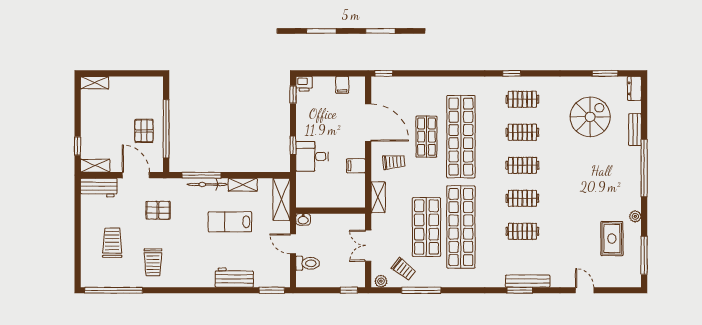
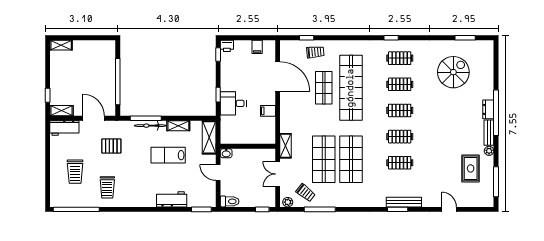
window: (384, 73) -> (307, 38), moved
dresser: (634, 88) -> (488, 109), moved
bench: (635, 130) -> (489, 133), moved
pallet: (144, 131) -> (100, 83), removed
trolley: (394, 162) -> (315, 52), moved
shelving: (378, 197) -> (286, 146), moved
shop shelf: (461, 227) -> (351, 159), width x0.71
trolley: (112, 243) -> (75, 172), turned 180
toilet: (308, 263) -> (230, 201), moved

